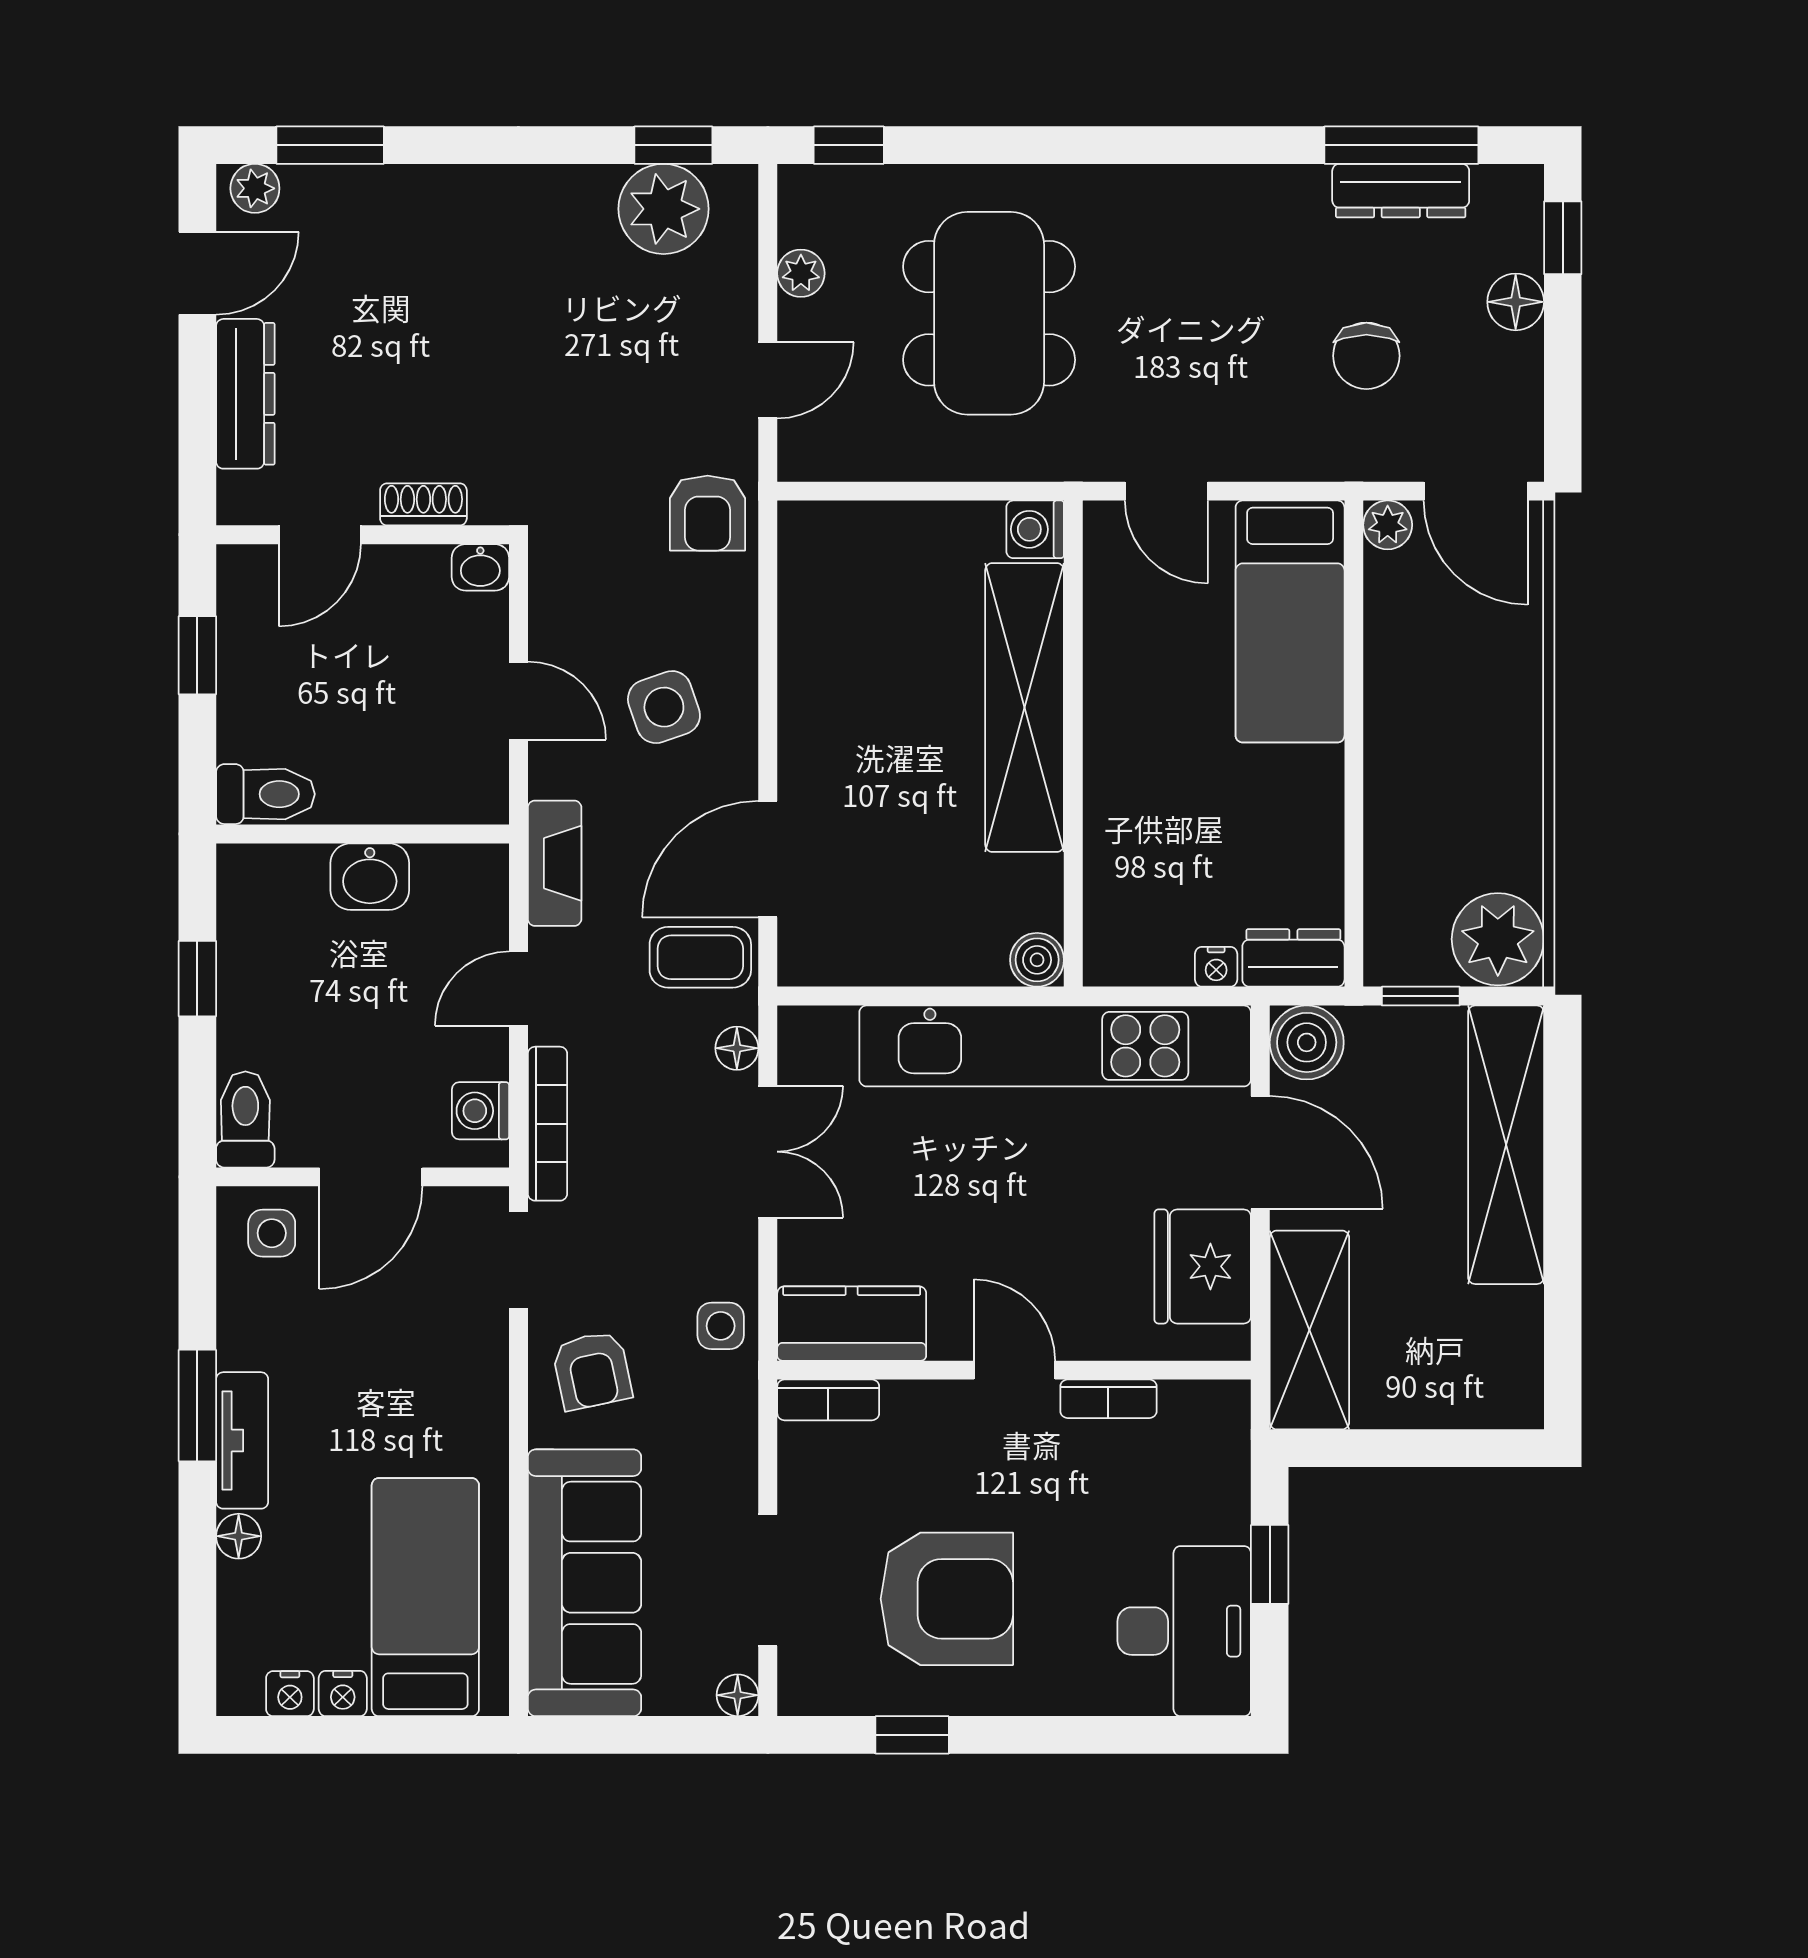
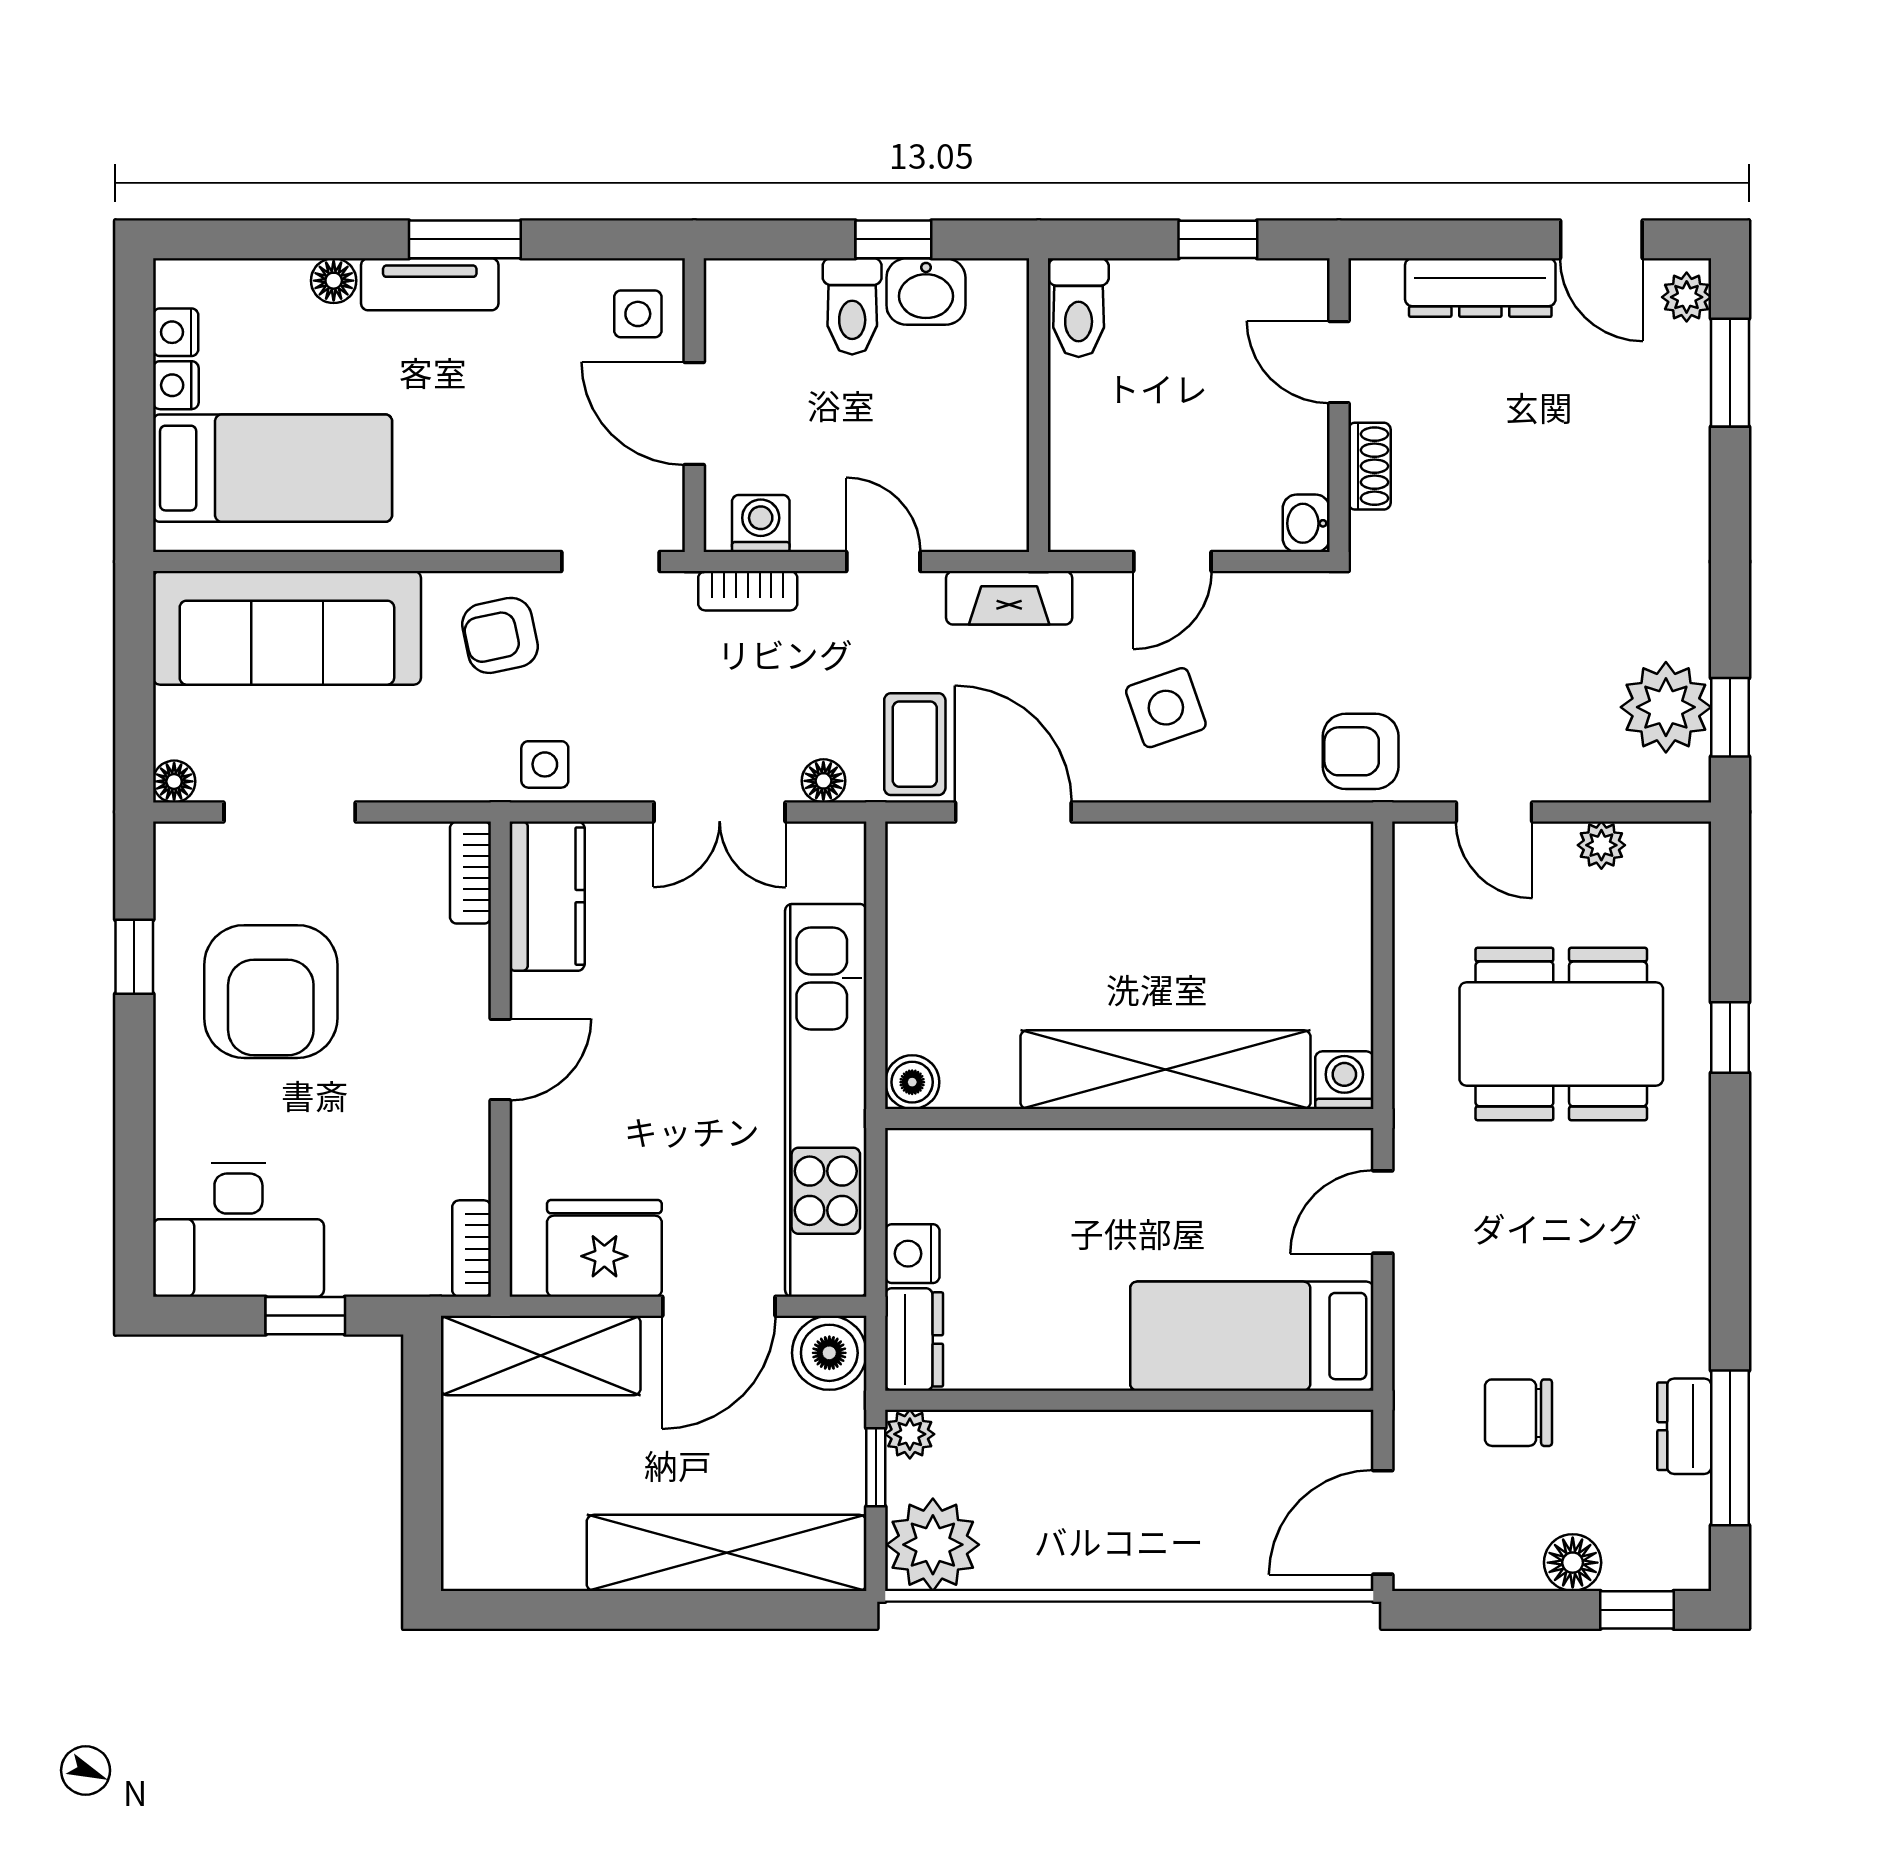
window: (849, 145) -> (1730, 1038), moved
dresser: (1401, 191) -> (1684, 1426), width x0.70
plant: (1388, 525) -> (910, 1434), moved
washbasin: (370, 877) -> (926, 291), moved, turned -90
nightstand: (1216, 967) -> (912, 1254), width x1.39, depth x1.35
toilet: (245, 1119) -> (852, 306), moved, turned 90
bookcase: (548, 1124) -> (748, 591), width x0.64
bookcase: (1108, 1399) -> (472, 1249), moved

